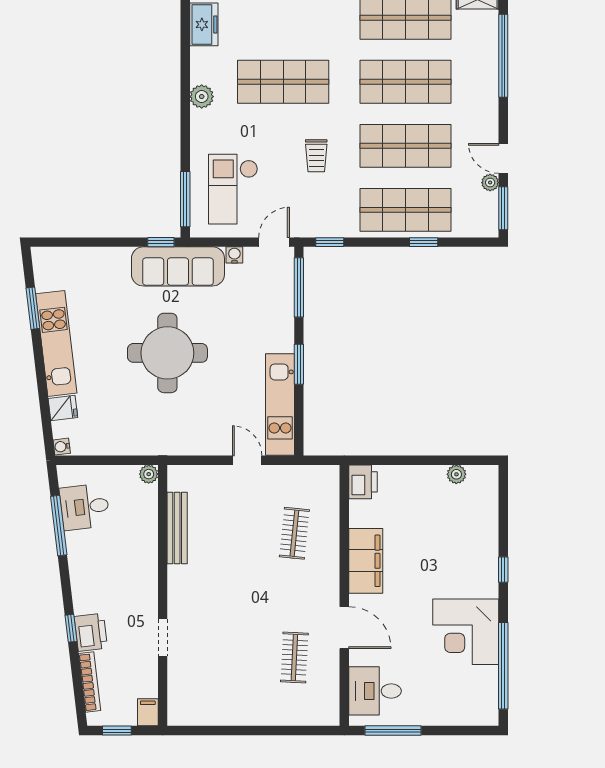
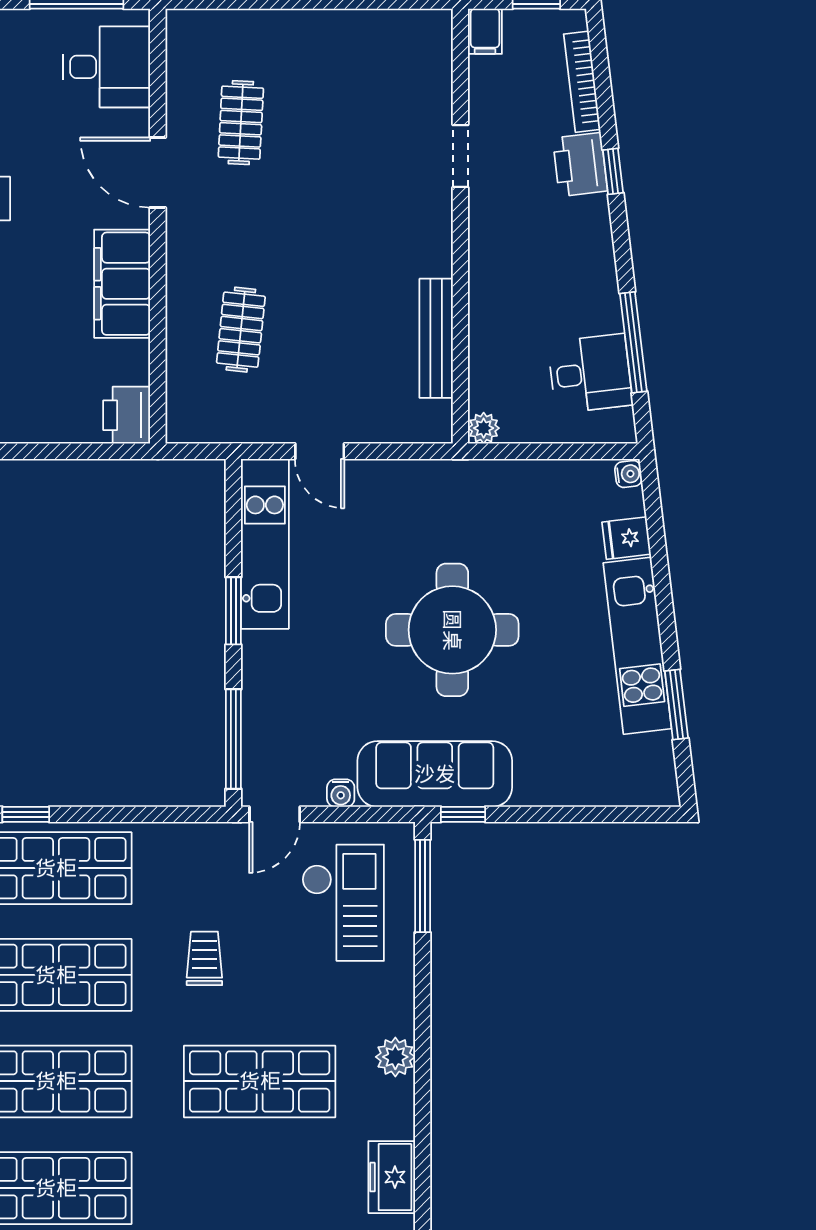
window: (330, 242) -> (182, 814), removed

